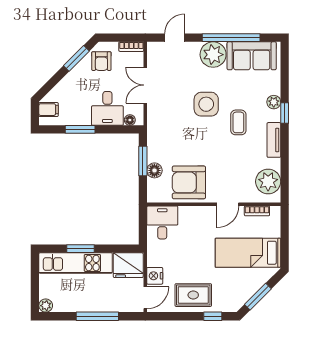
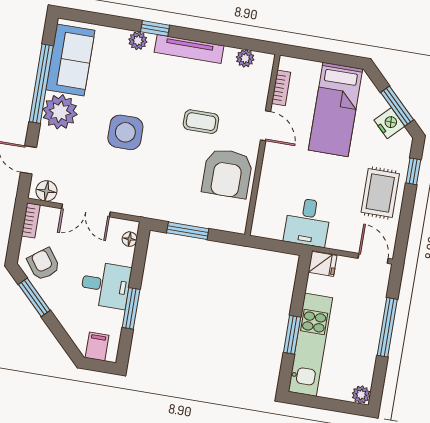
armchair: (101, 61) -> (43, 264), turned -126
desk: (107, 108) -> (106, 285), moved
coffee table: (238, 122) -> (201, 122), moved
tv unit: (274, 140) -> (189, 49), width x1.41
floor lamp: (154, 170) -> (46, 191), moved
plant: (268, 182) -> (245, 58), width x0.53, depth x0.53
desk: (162, 223) -> (307, 222), moved, turned -90
fridge: (128, 265) -> (323, 264), width x0.53, depth x0.75
nightstand: (155, 276) -> (389, 123), moved, turned -135

